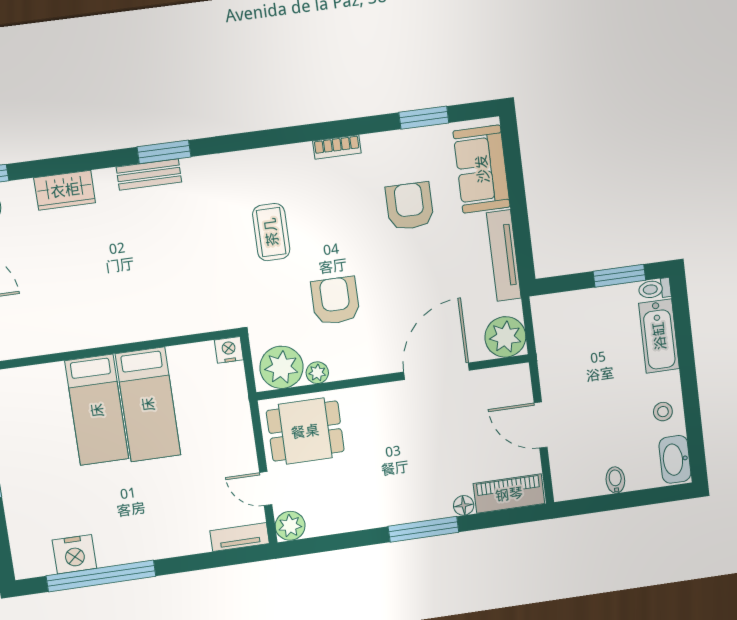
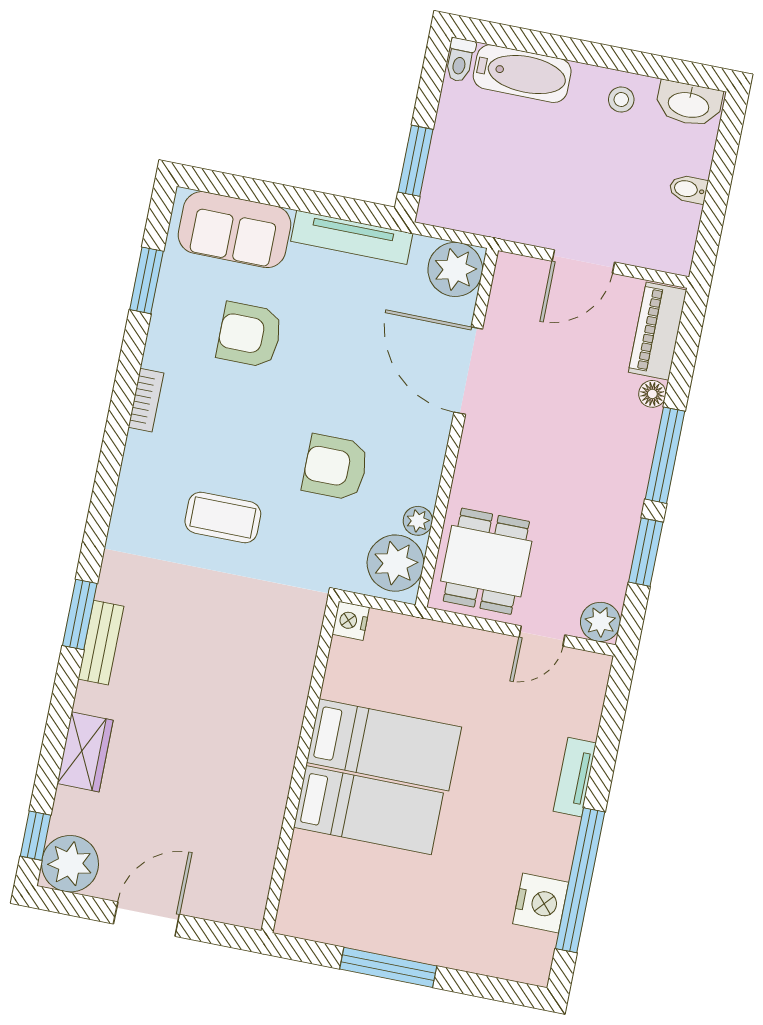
window: (619, 276) -> (416, 161), moved
tv unit: (240, 537) -> (575, 777), moved
window: (351, 540) -> (646, 552), added

